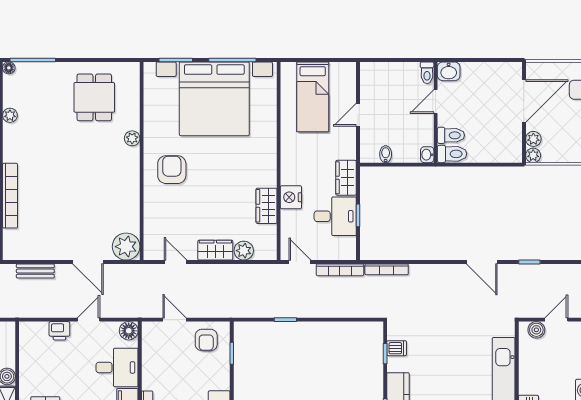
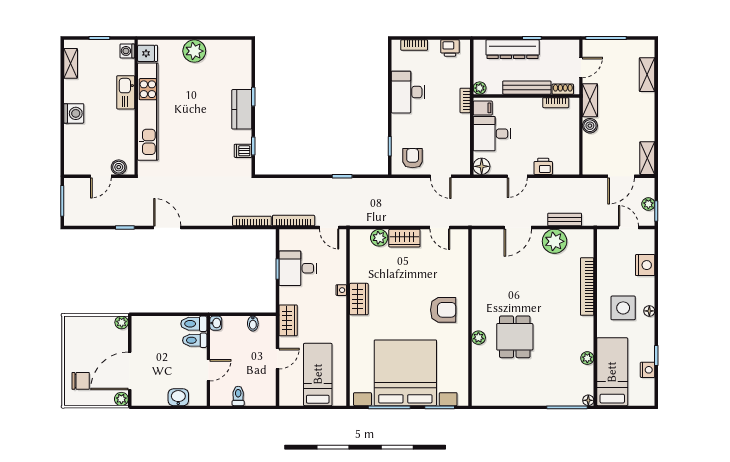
washbasin: (449, 71) -> (178, 397), moved
toilet: (427, 73) -> (238, 396), moved
dining table: (94, 97) -> (515, 337), moved
plant: (533, 139) -> (121, 399), moved
armchair: (172, 170) -> (443, 310), turned -90
wardrobe: (346, 178) -> (288, 320), moved
nightstand: (291, 197) -> (341, 290), width x0.53, depth x0.56
wardrobe: (267, 206) -> (359, 299), moved
plant: (126, 247) -> (555, 241), moved
door: (88, 262) -> (518, 228), swing flipped

